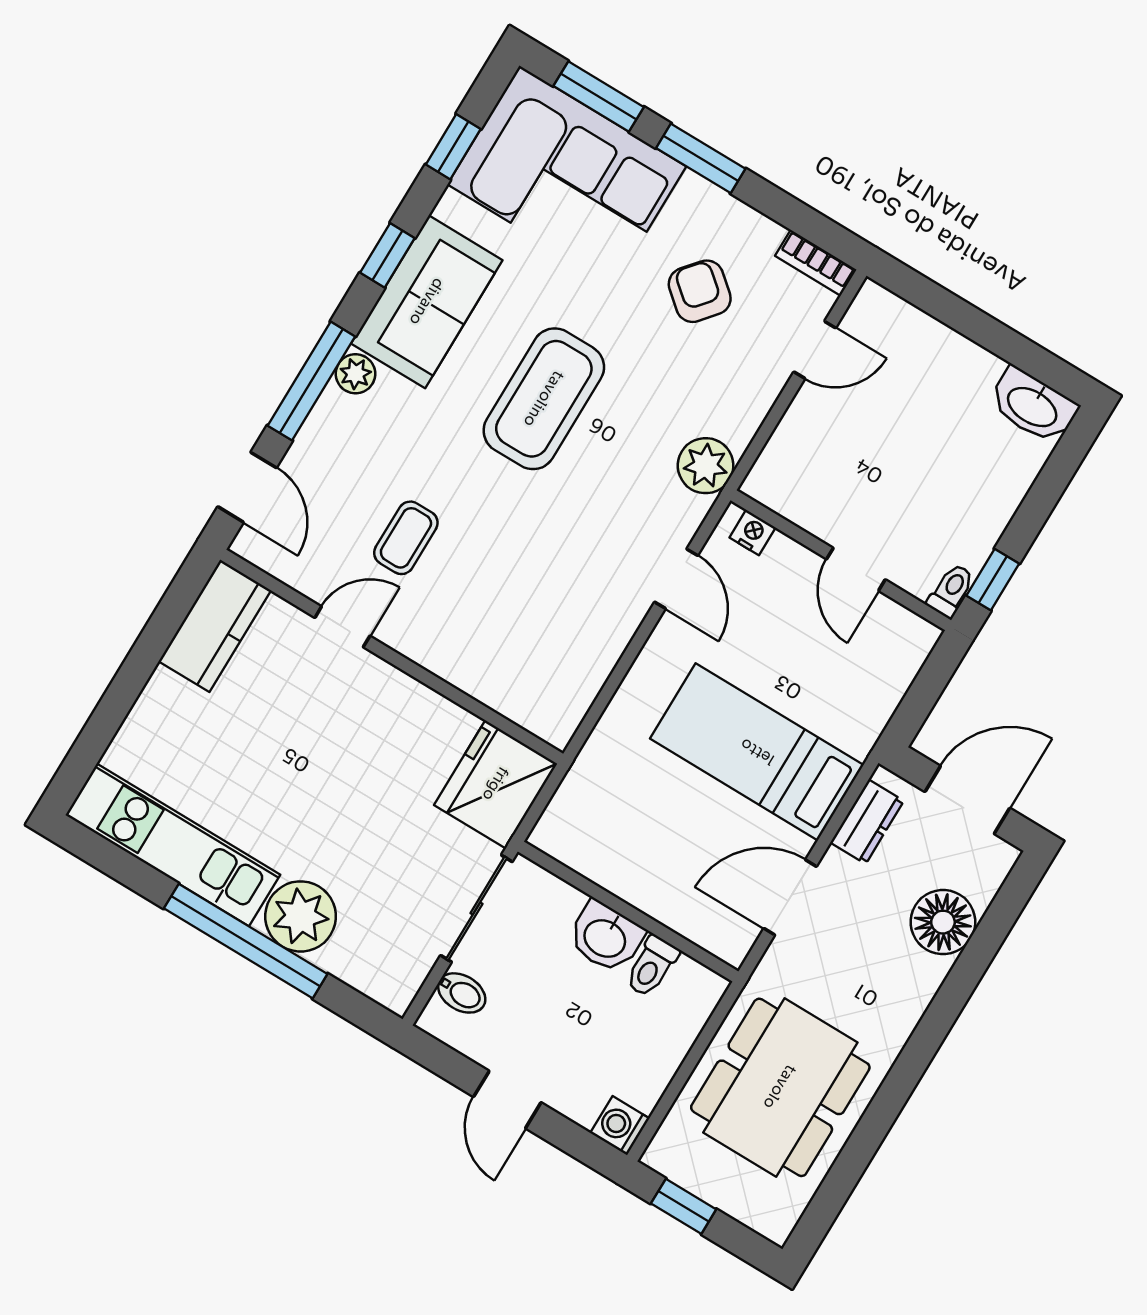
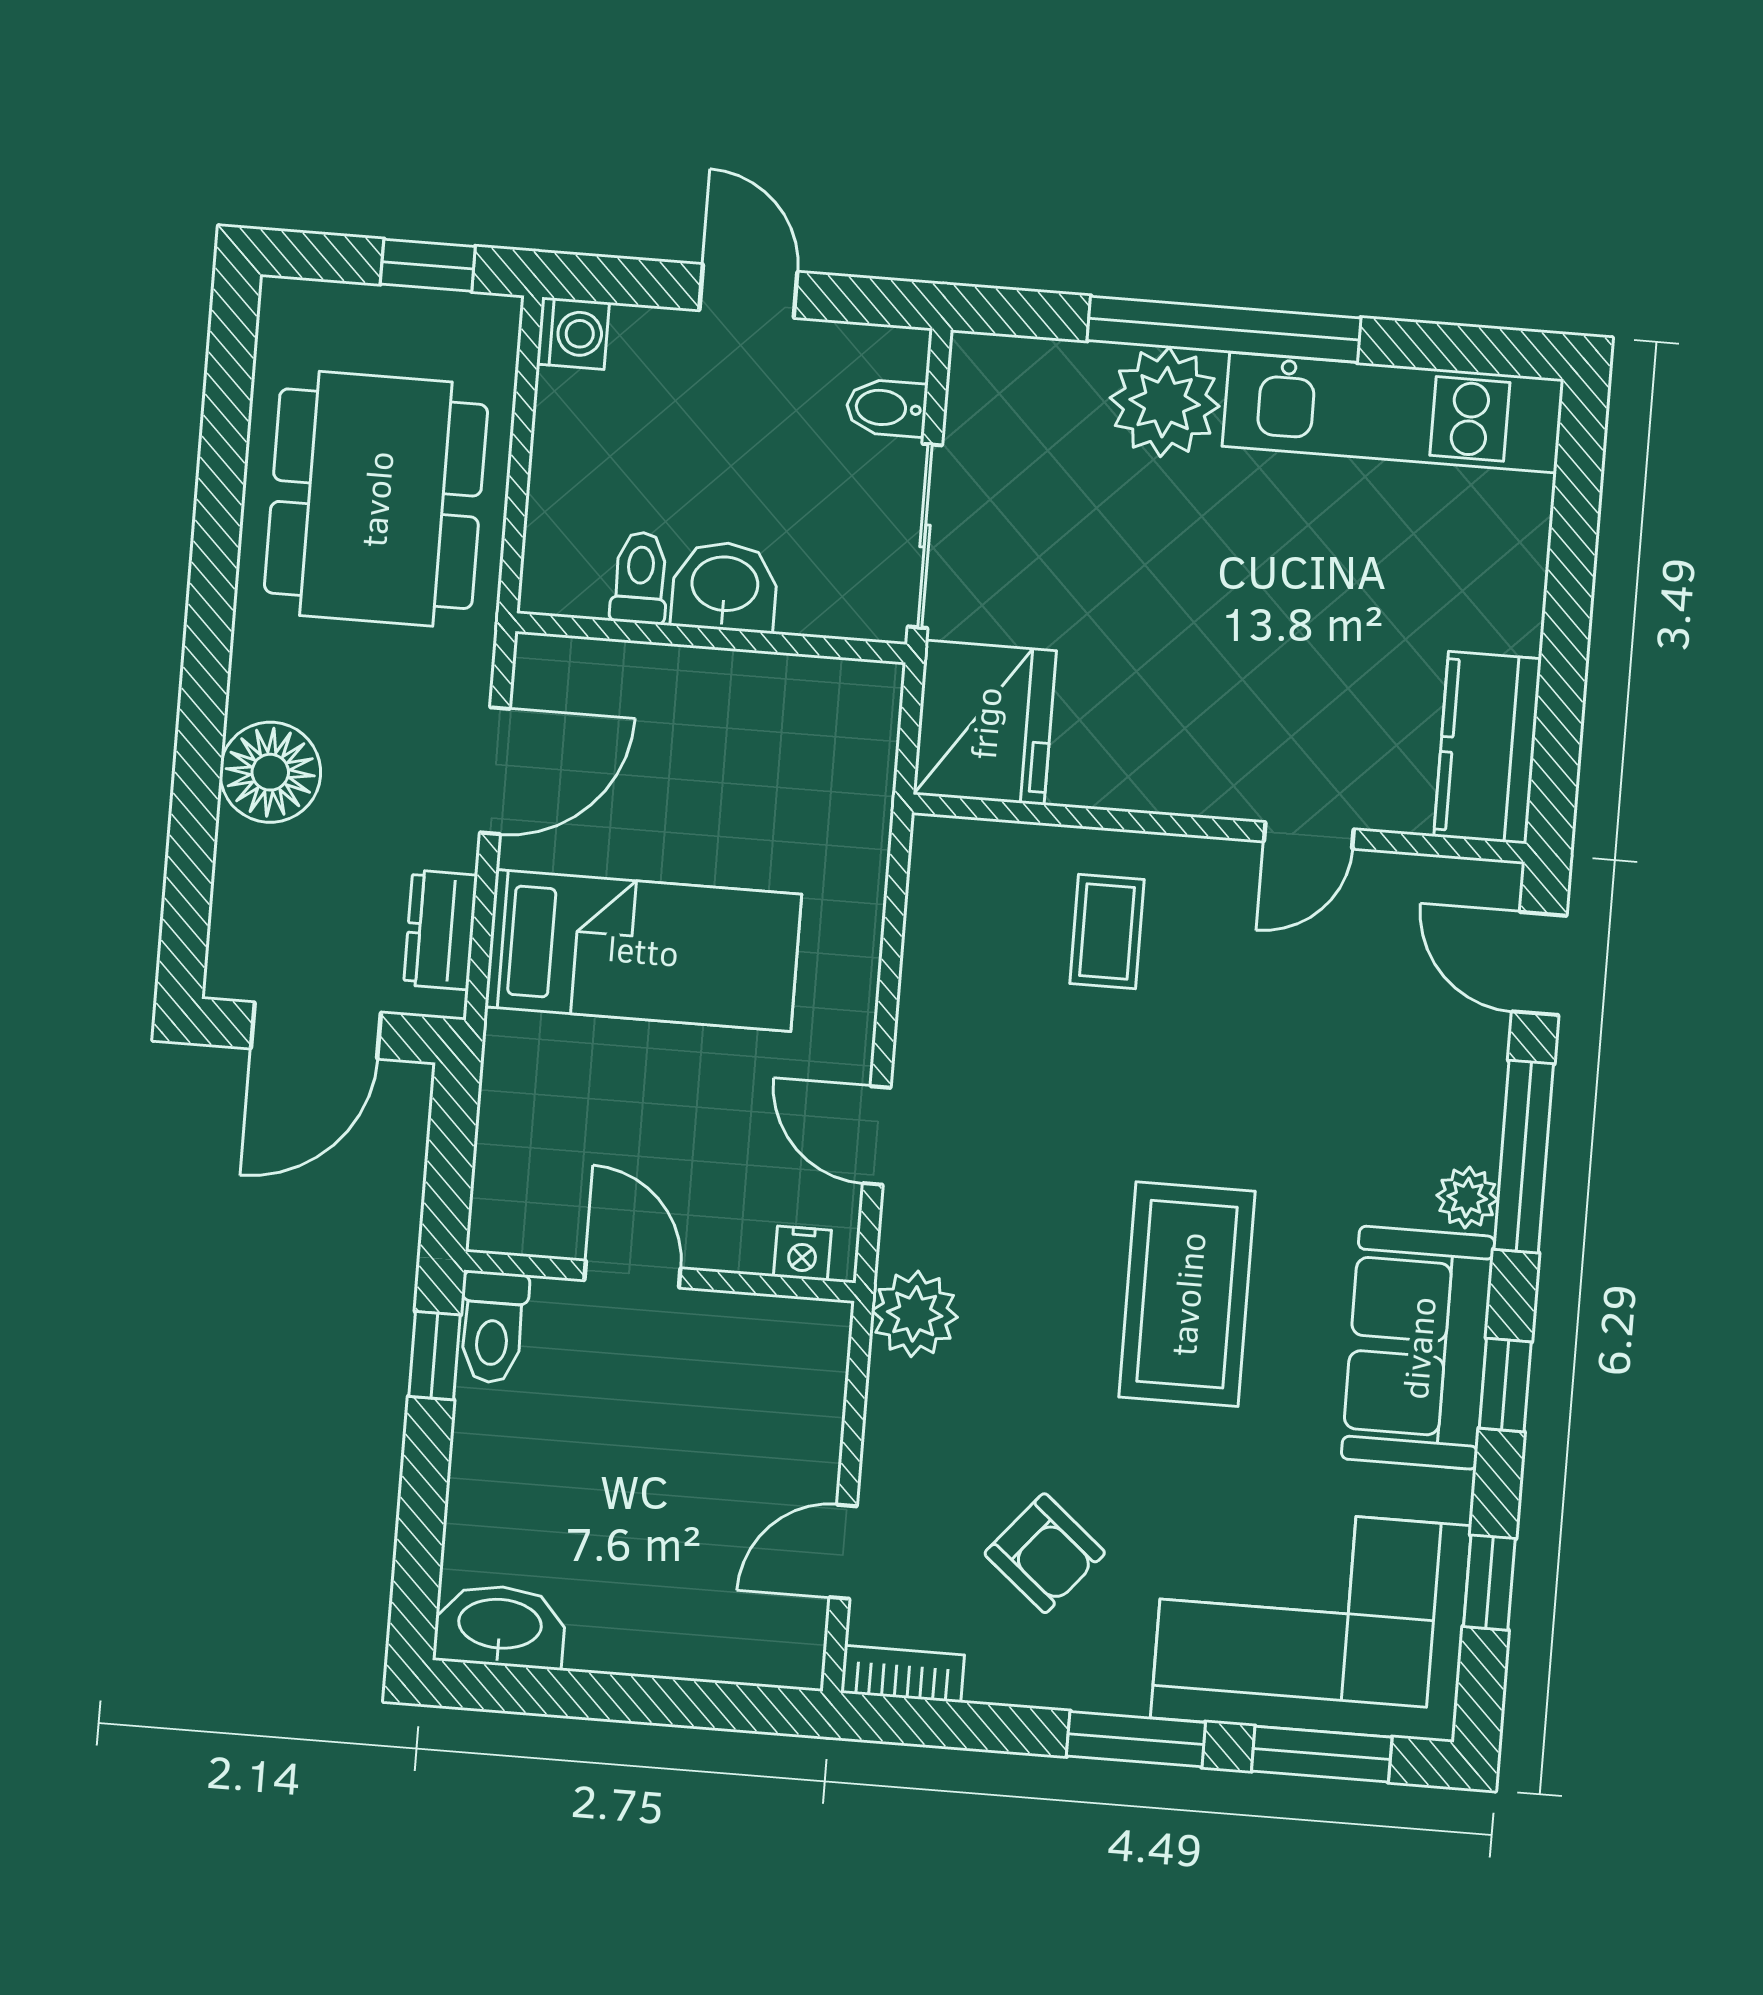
coffee table: (406, 538) -> (1107, 931), moved
toilet: (951, 591) -> (493, 1327), width x1.37, depth x1.39
floor lamp: (943, 922) -> (270, 772), moved

